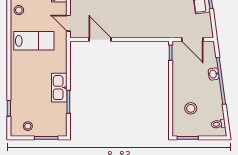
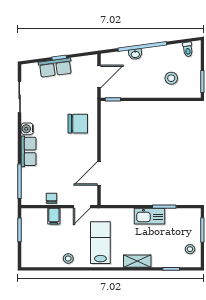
chair: (147, 19) -> (78, 124), added
shelving: (16, 76) -> (137, 261), added

